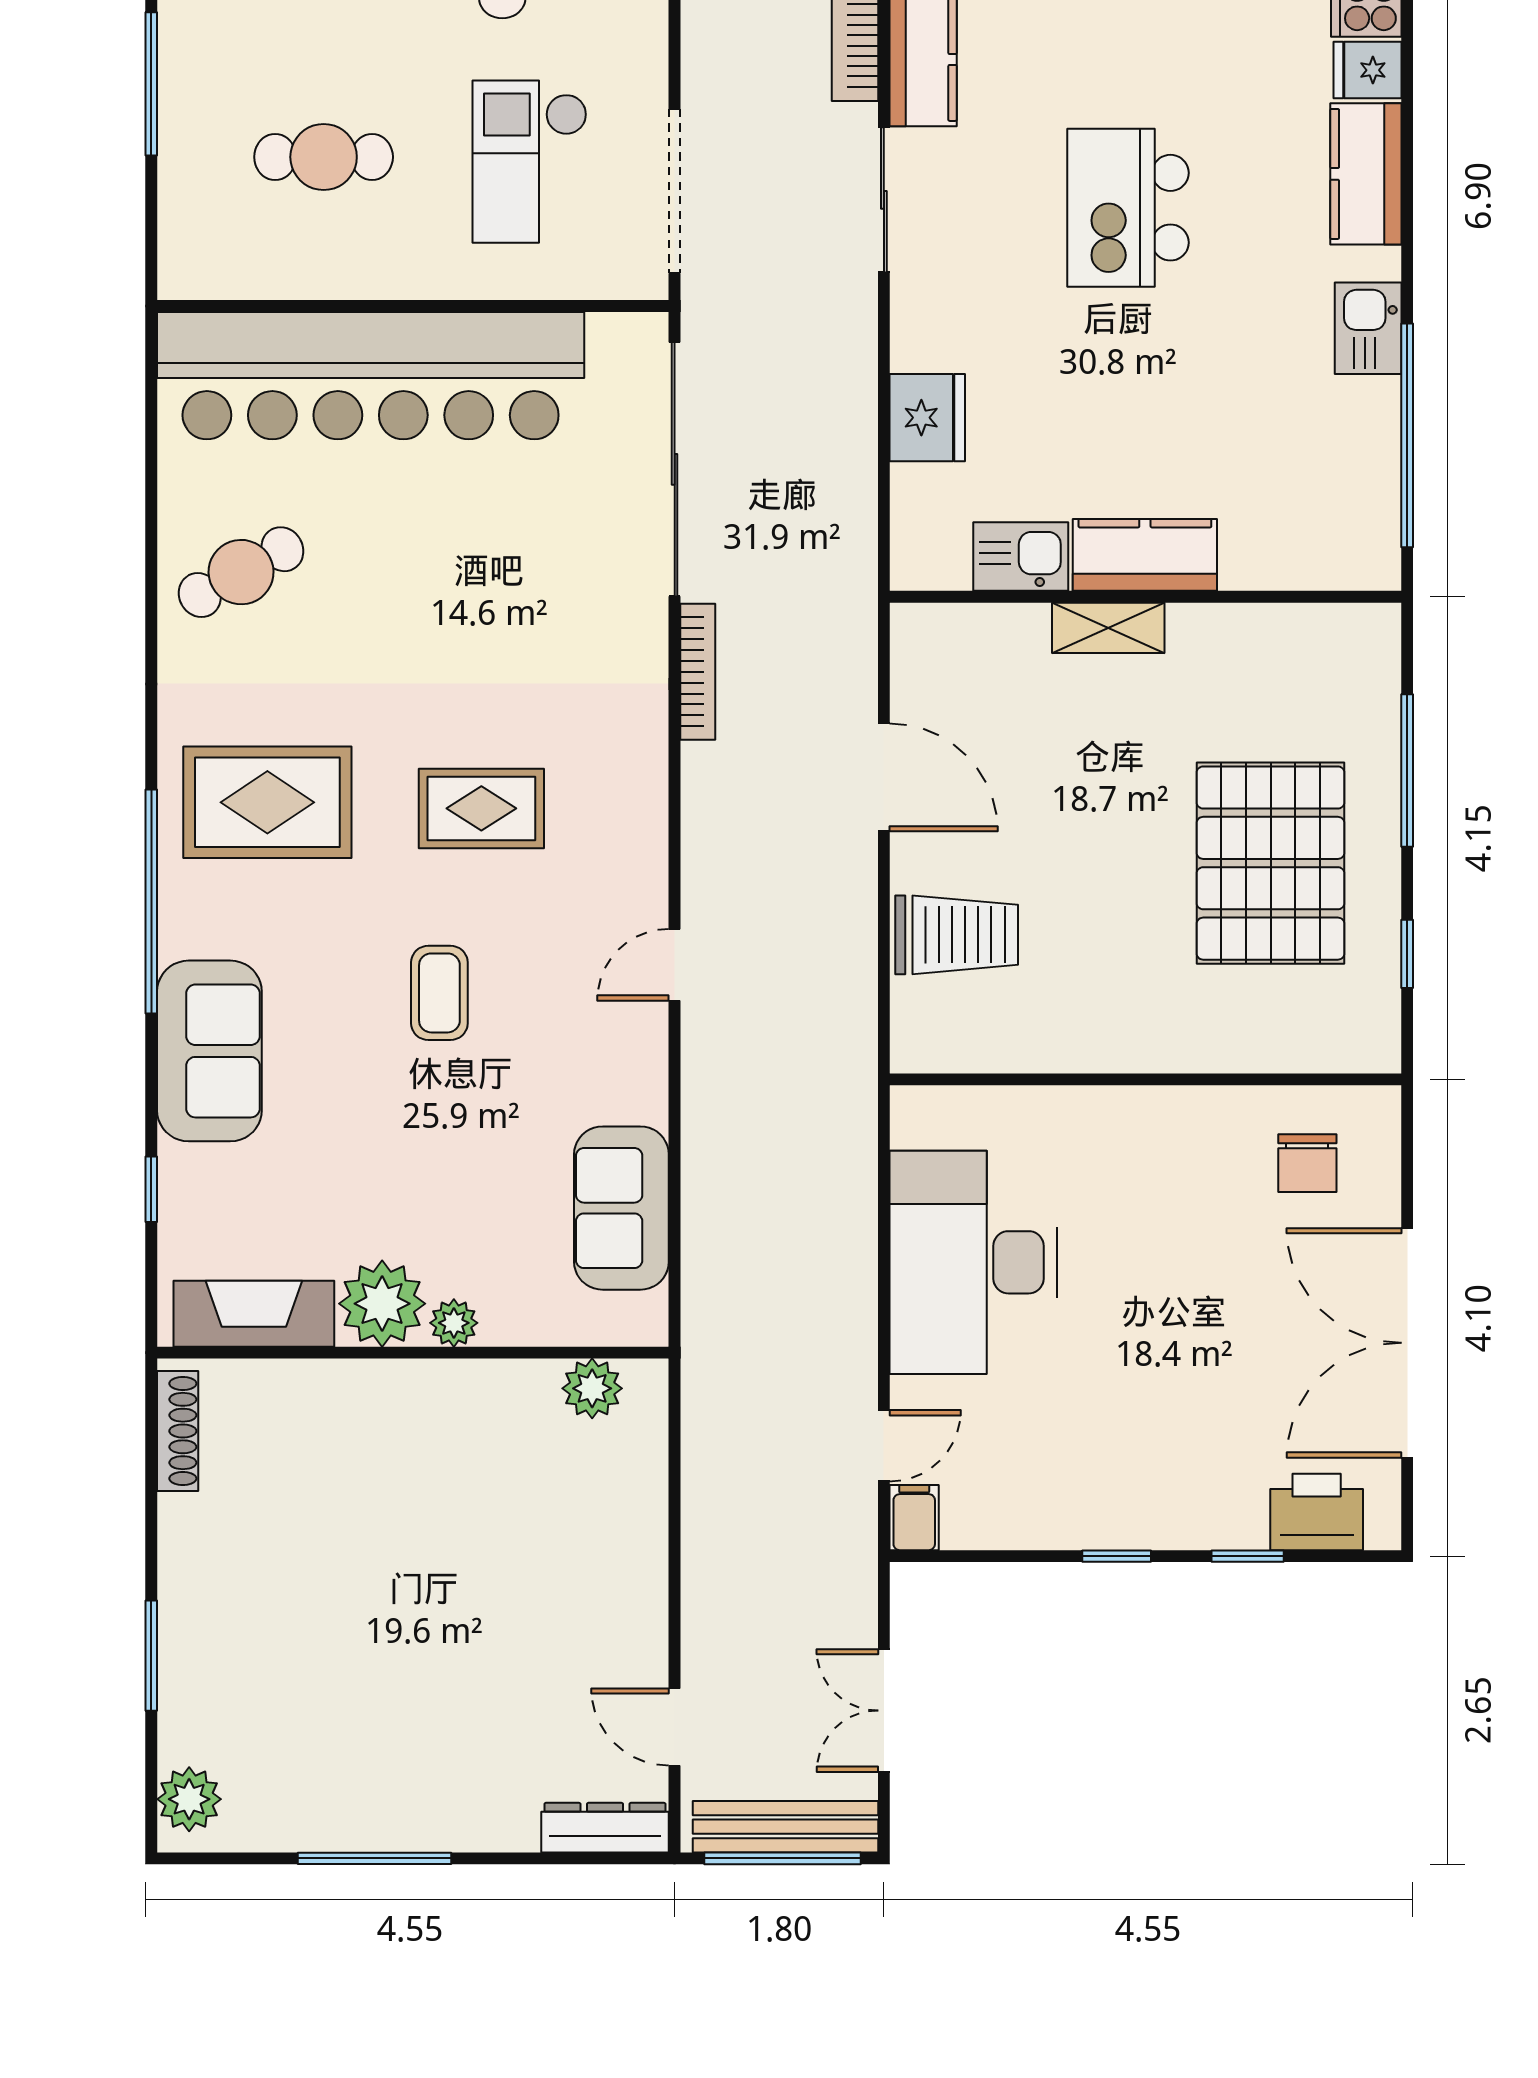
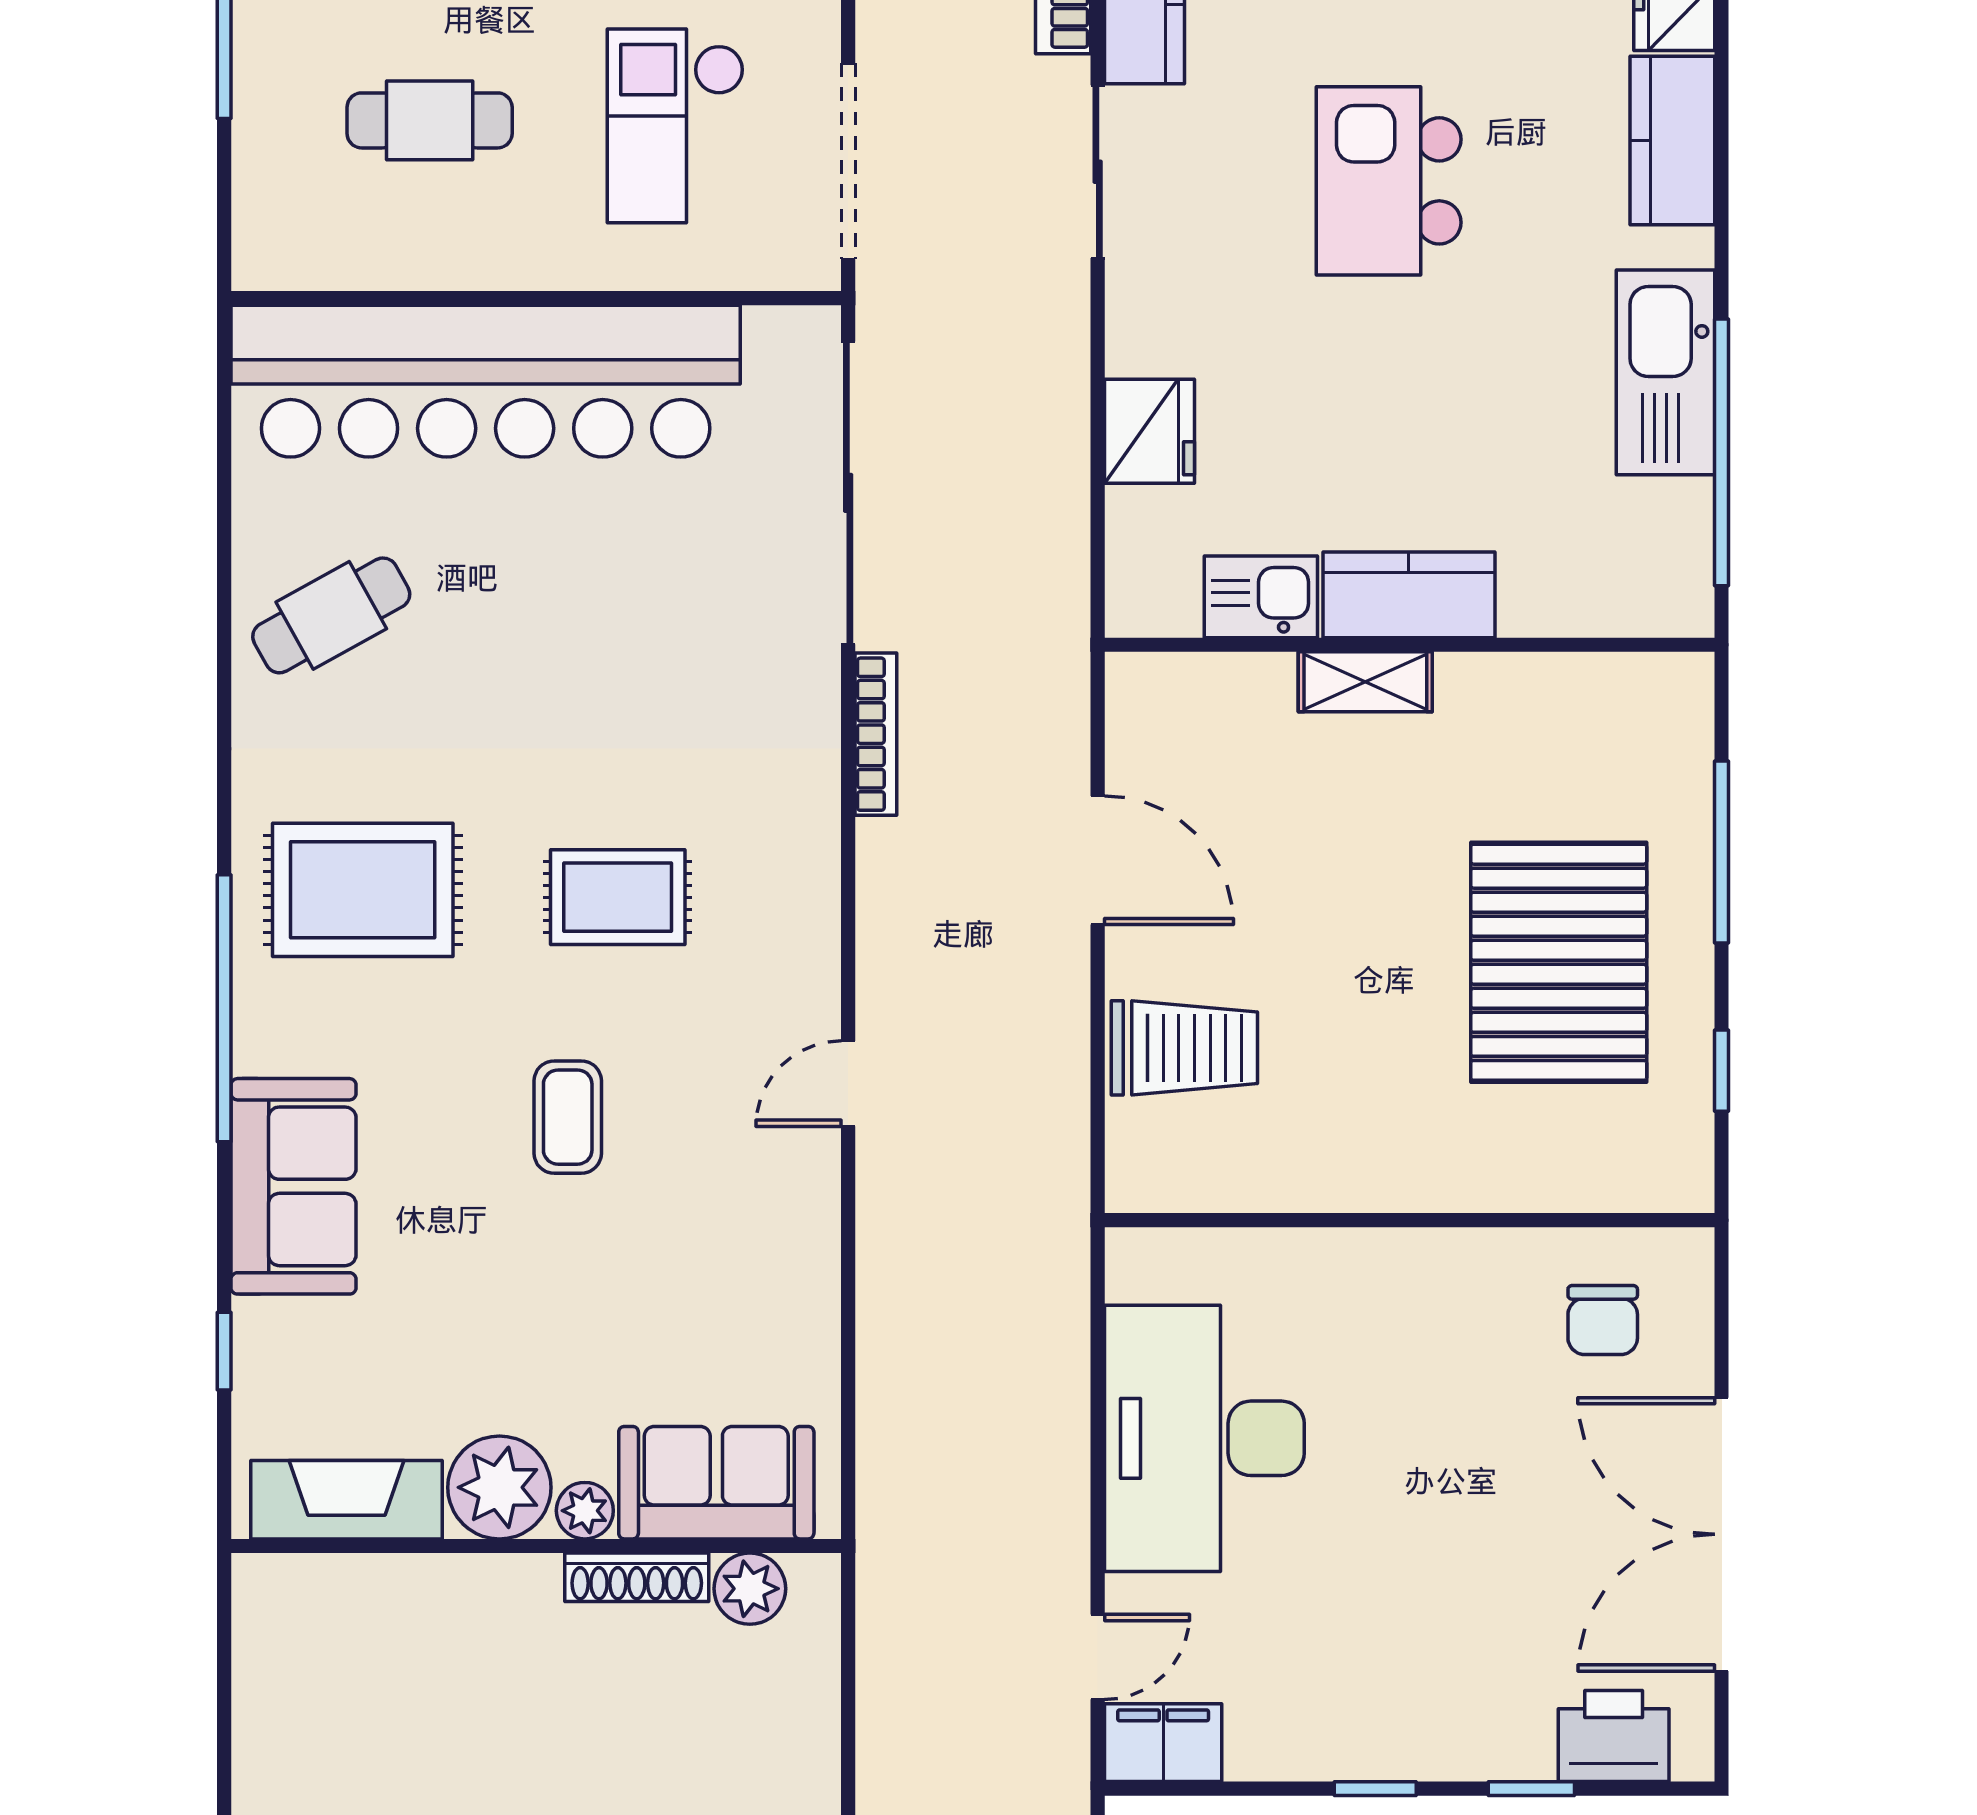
kitchen sink: (1368, 328) -> (1665, 372), width x1.88, depth x1.24
sofa: (621, 1208) -> (716, 1483), moved, turned 90
shoe rack: (178, 1431) -> (637, 1577), moved, turned 90
filing cabinet: (914, 1518) -> (1163, 1743), width x2.00

